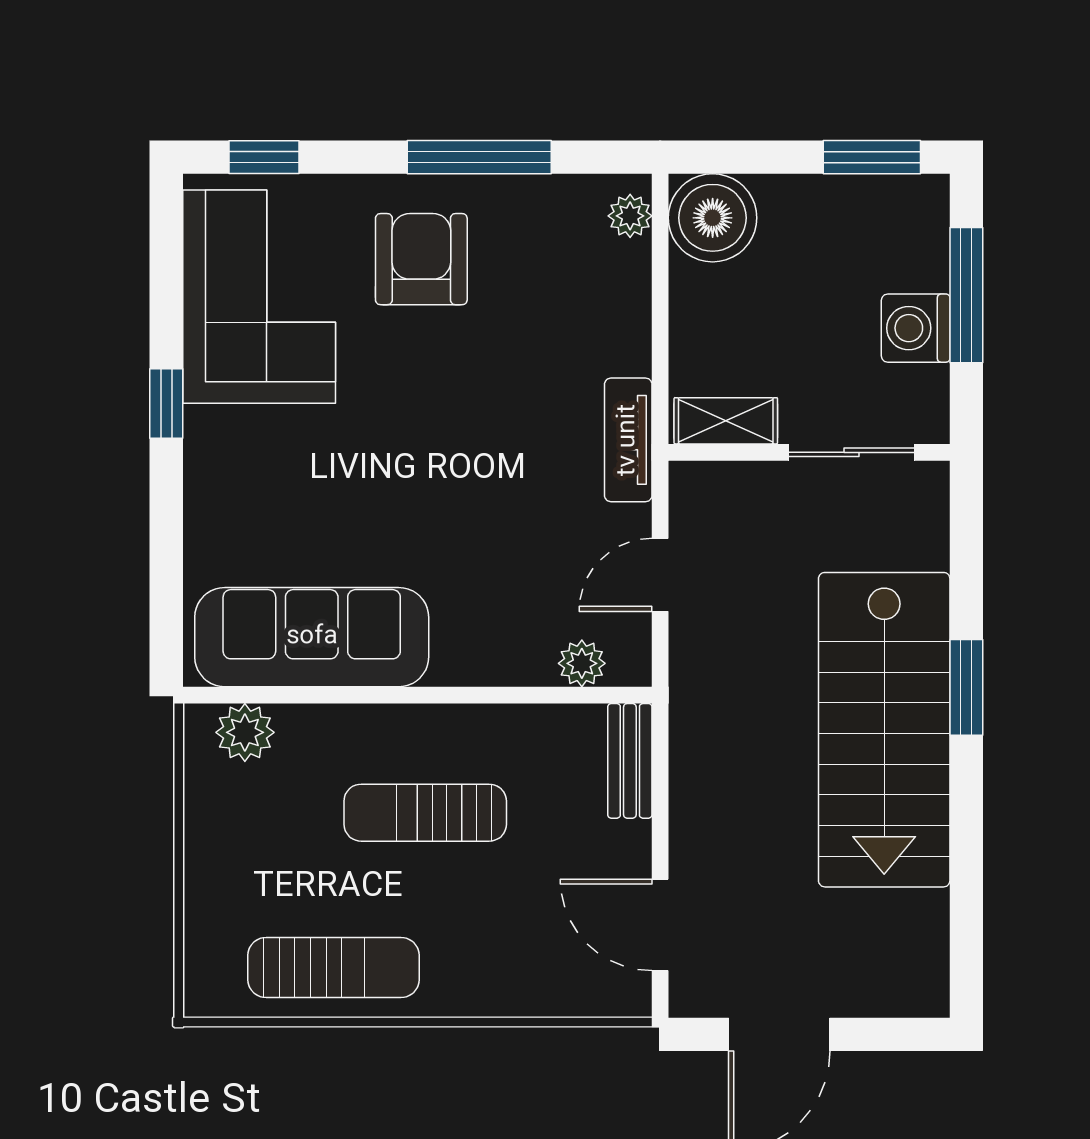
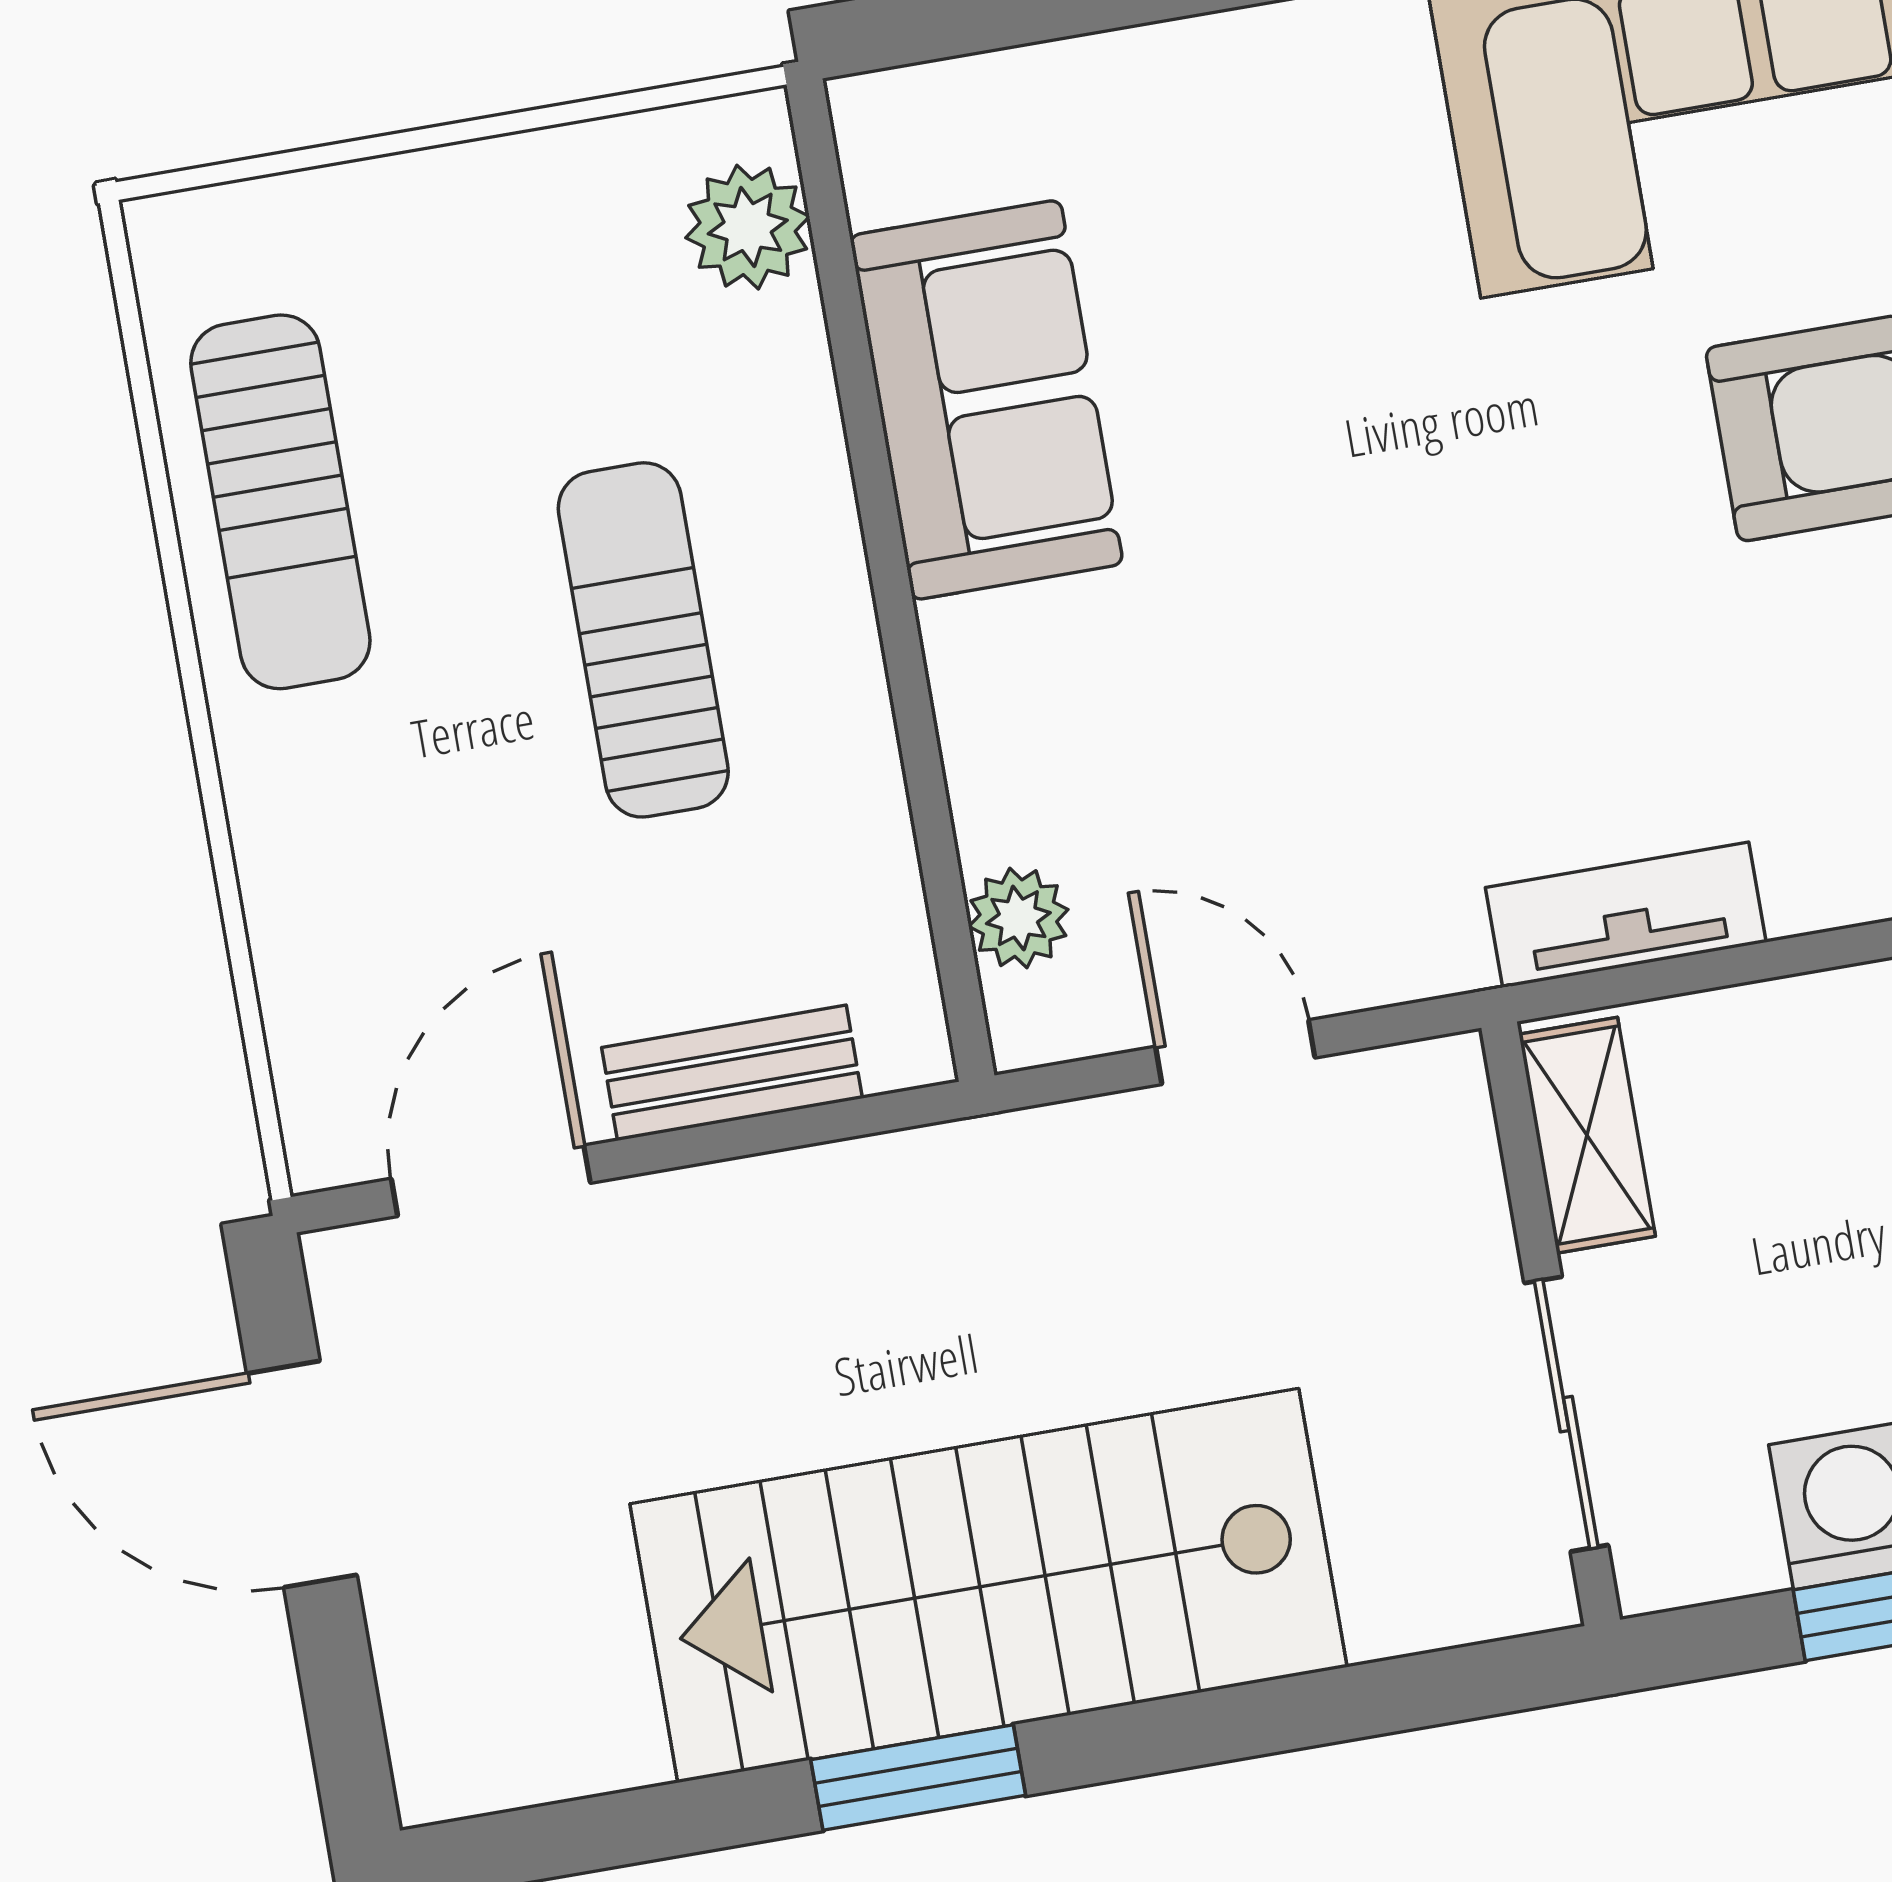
tv unit: (628, 440) -> (1626, 915), moved
sofa: (312, 637) -> (986, 400), width x0.73
window: (966, 687) -> (918, 1778), moved
bench: (630, 761) -> (732, 1073), moved

